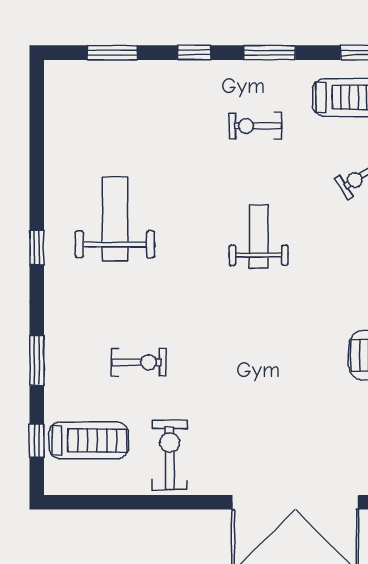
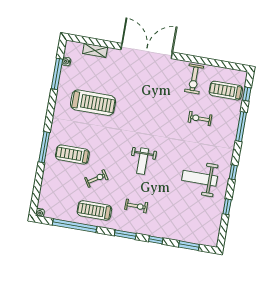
window: (37, 162) -> (227, 207), added
weight bench: (115, 219) -> (200, 178), turned 90
window: (37, 360) -> (241, 127), width x1.44

